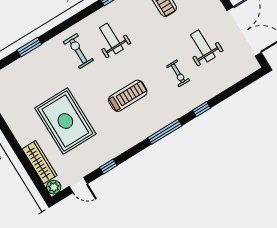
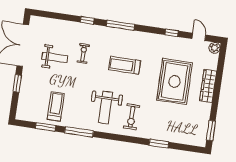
weight bench: (111, 38) -> (106, 108), width x1.36, depth x1.33
weight bench: (203, 46) -> (55, 57), turned -90
wardrobe: (40, 162) -> (208, 86), moved

